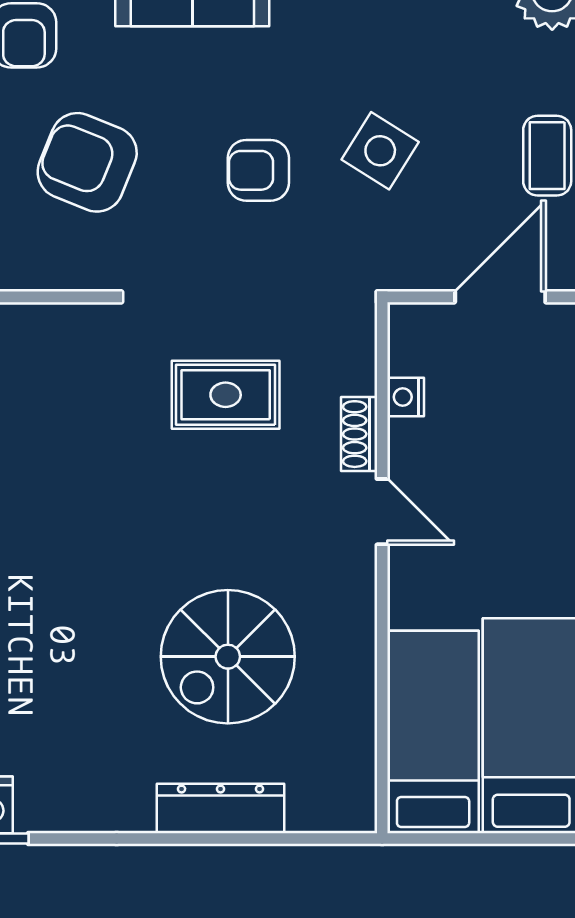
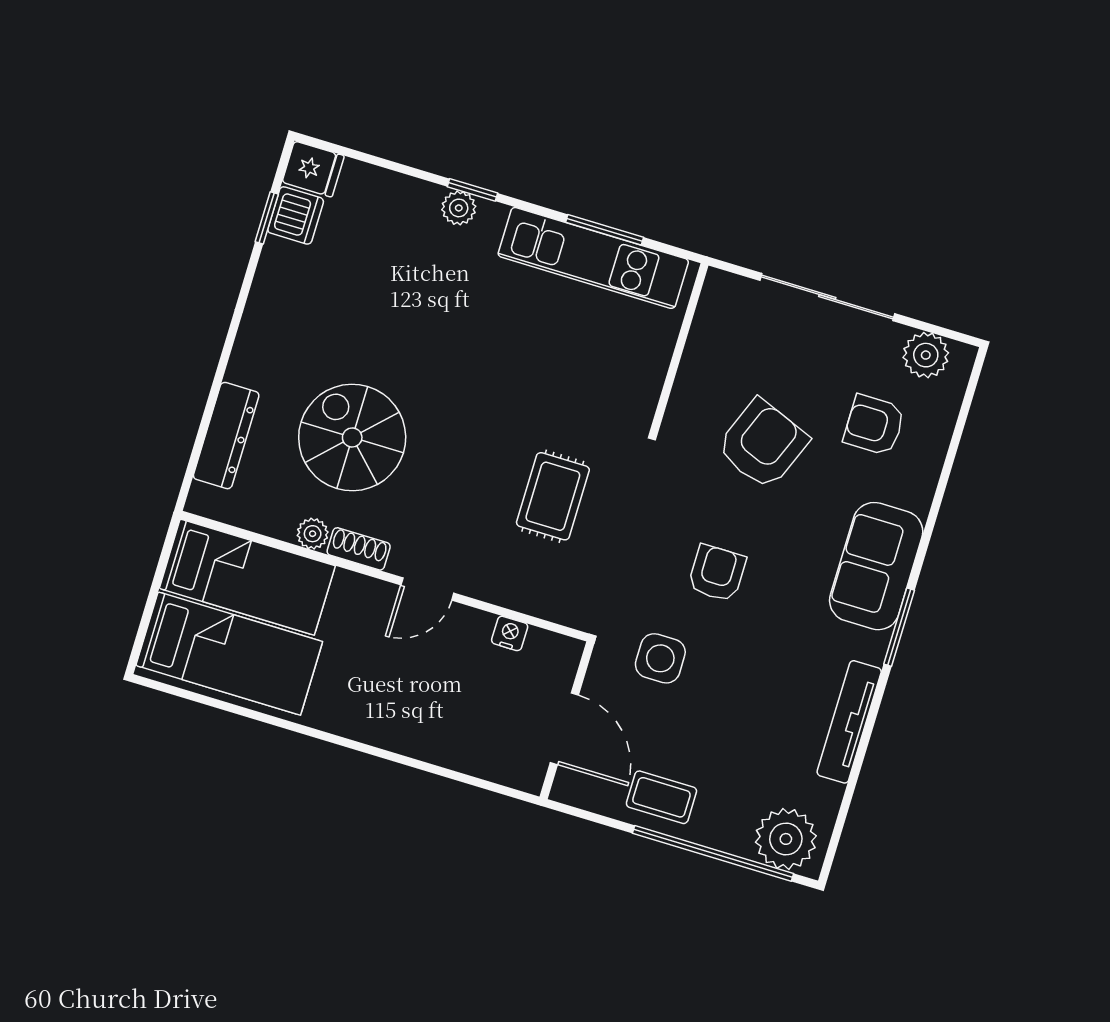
side table: (380, 151) -> (660, 658), moved, turned -32
shoe rack: (359, 434) -> (359, 549), moved
plant: (357, 669) -> (313, 534), added
dresser: (221, 808) -> (226, 436), moved

